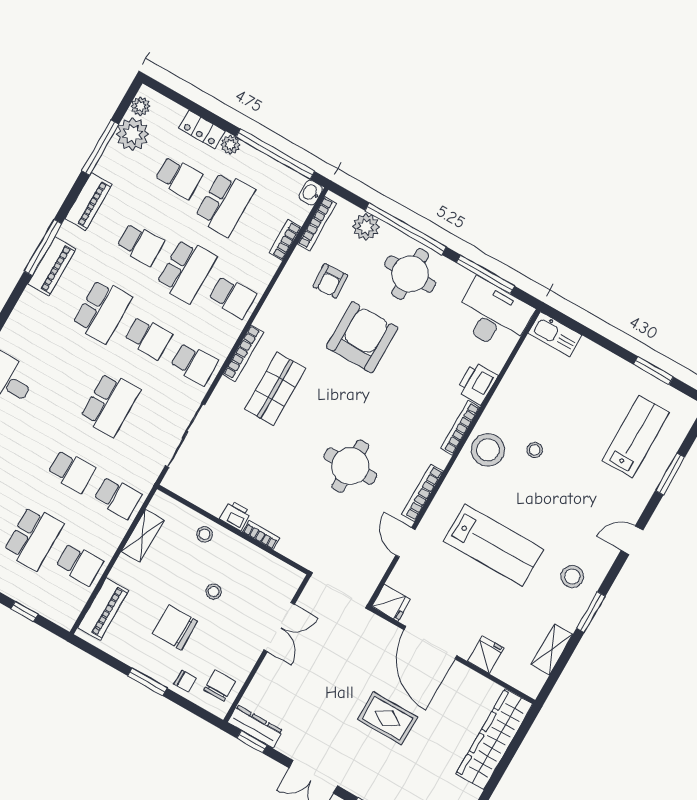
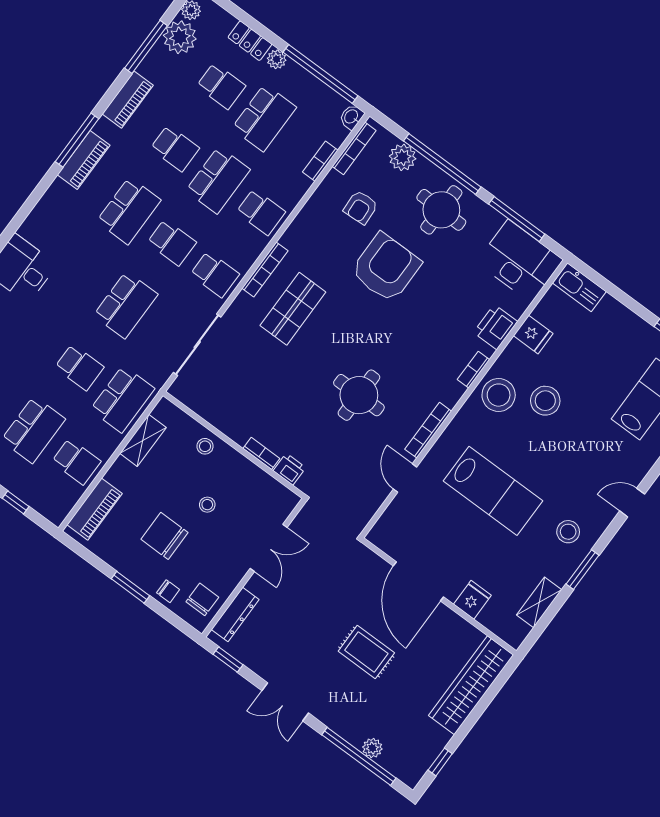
bookcase: (460, 428) -> (473, 370), width x0.64
stool: (535, 450) -> (545, 401), width x1.89, depth x1.89
school desk: (118, 497) -> (122, 399), width x1.85
printer: (235, 516) -> (289, 469), moved
fridge: (391, 603) -> (533, 335), moved
dresser: (255, 726) -> (235, 614), moved, turned 90

